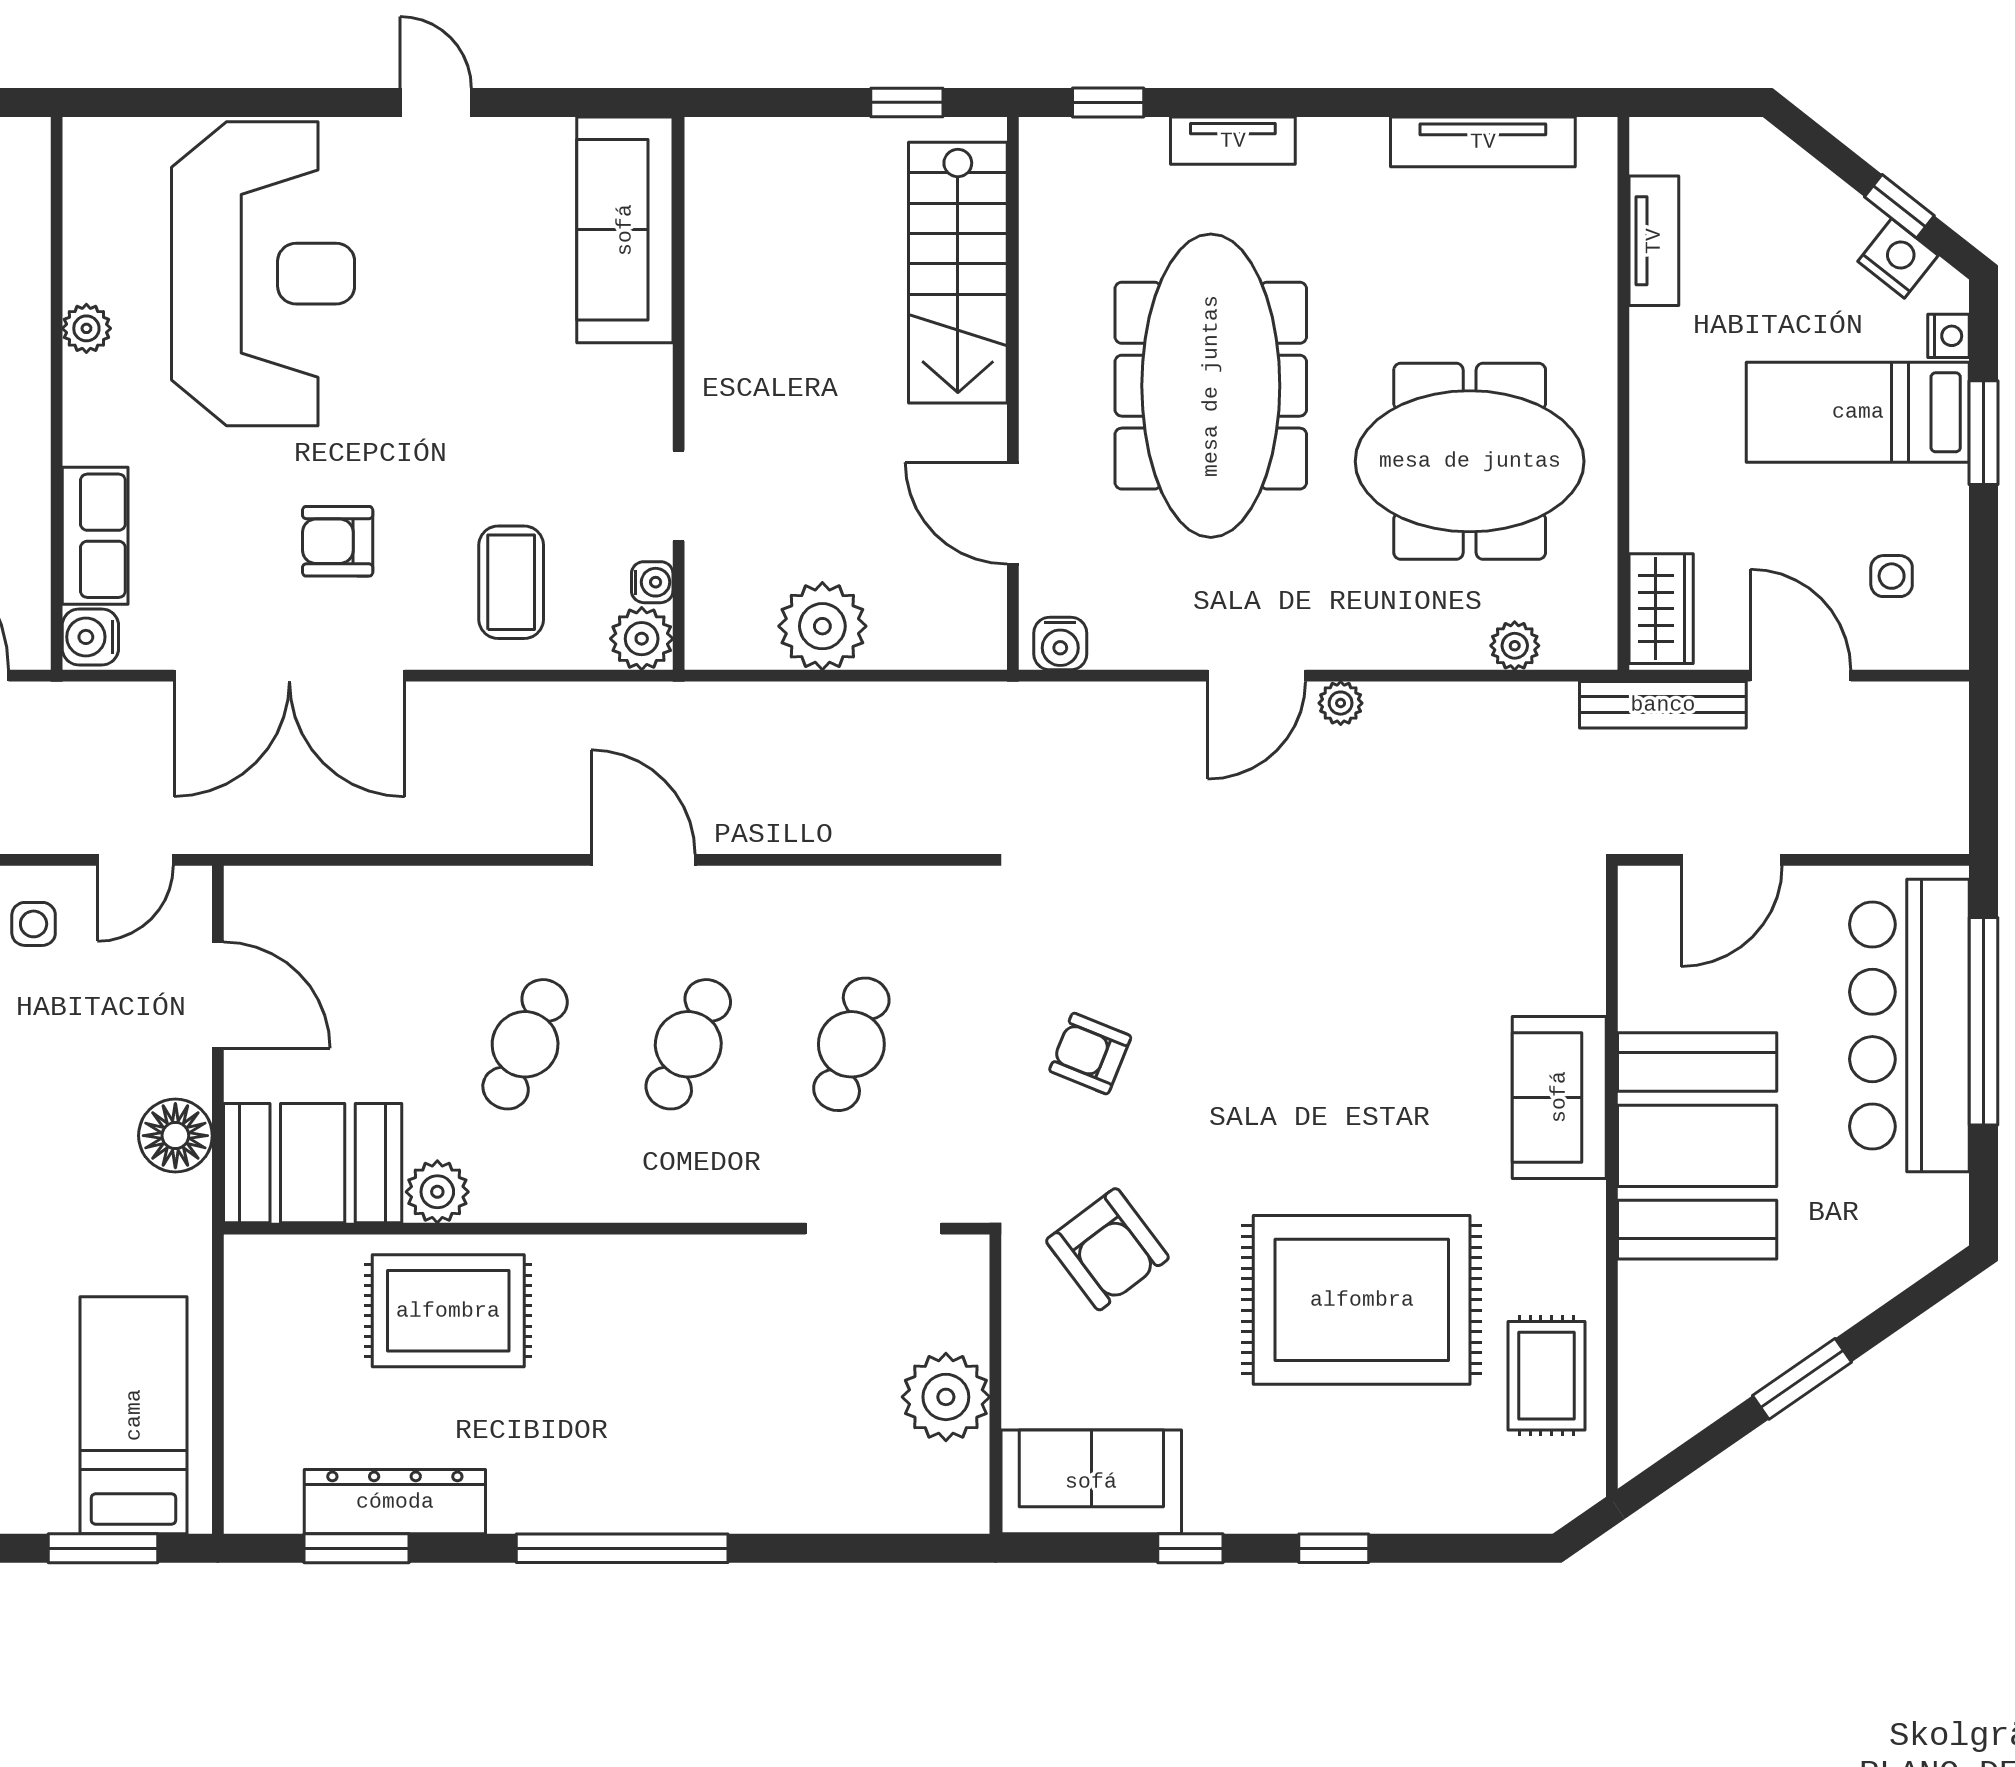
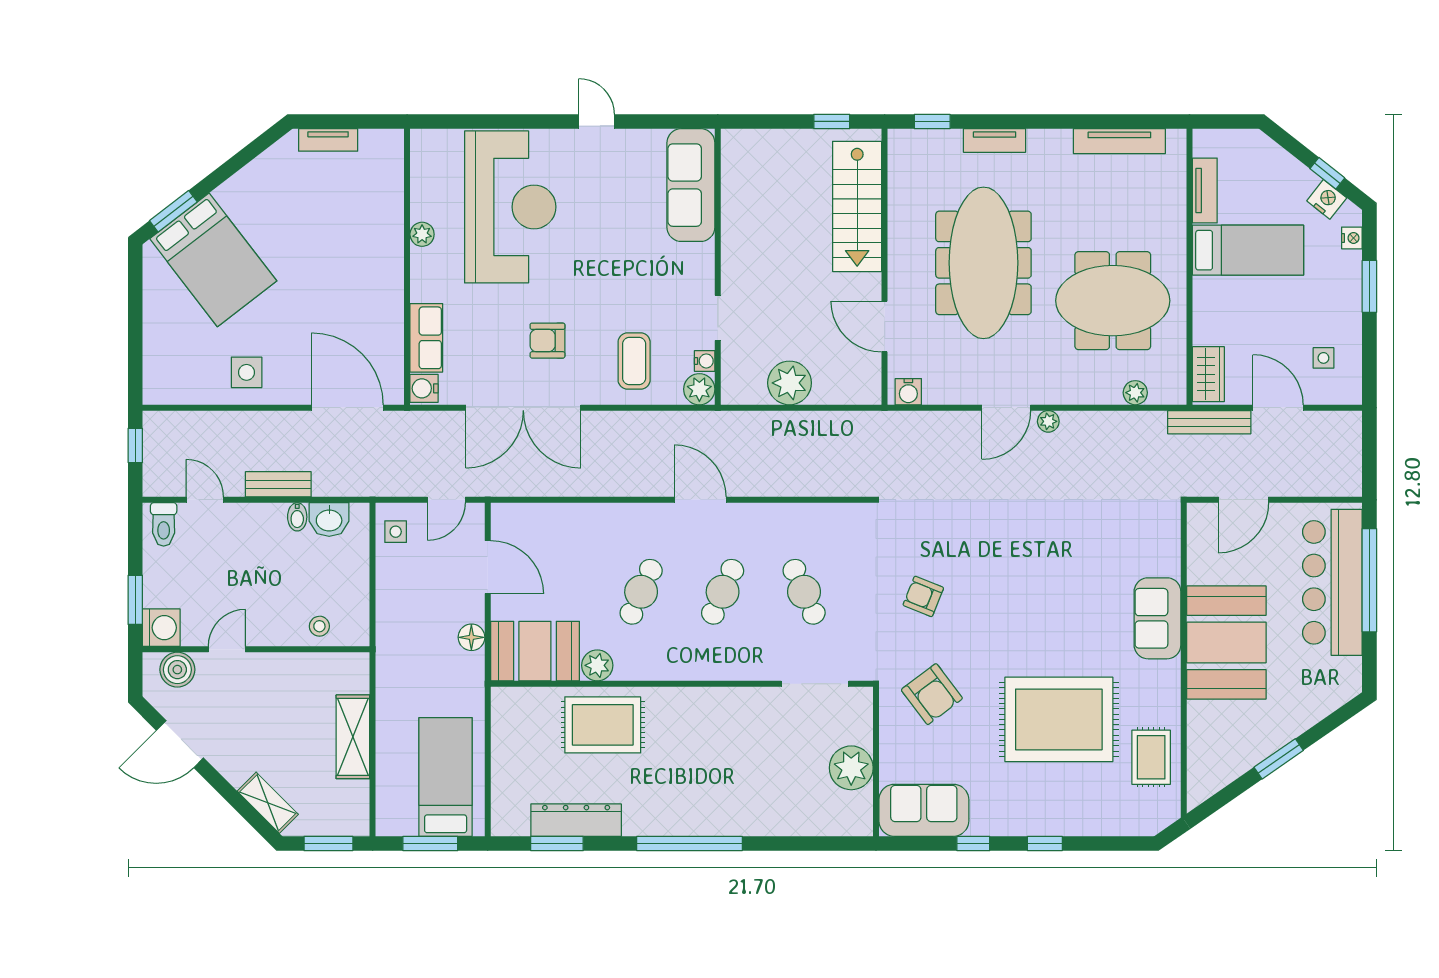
bed: (1858, 412) -> (1248, 250), moved, turned 180
cafe table: (851, 1044) -> (804, 592), turned -42
floor lamp: (175, 1136) -> (471, 637), width x0.73, depth x0.73

